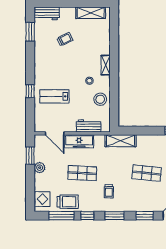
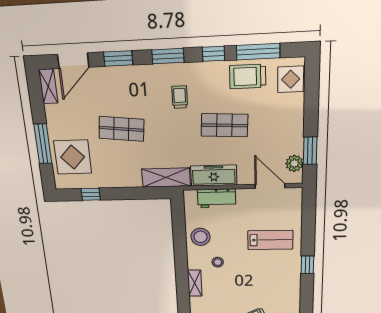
window: (30, 91) -> (307, 265), moved
freezer: (79, 141) -> (214, 175), moved
plant: (40, 168) -> (294, 163), moved

